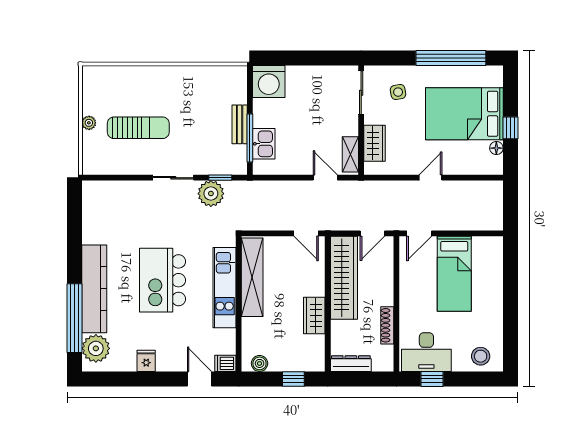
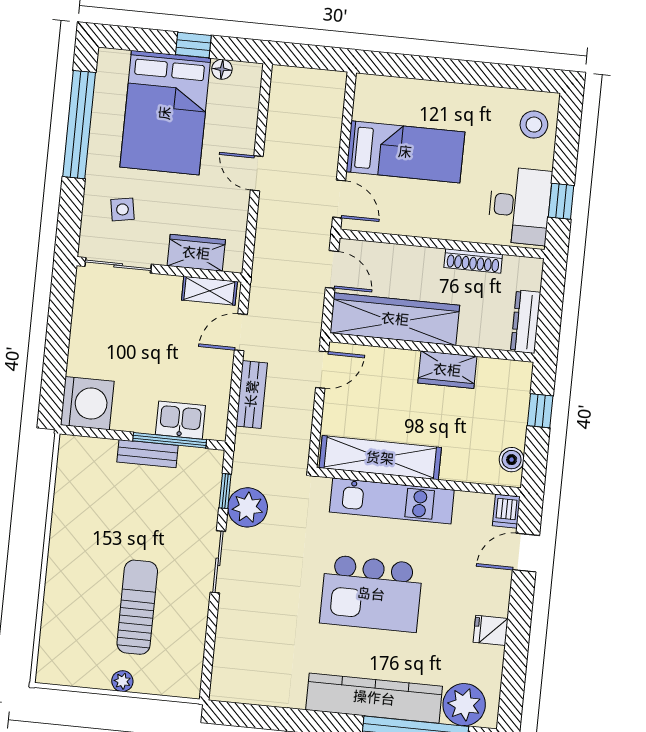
bench: (285, 189) -> (252, 394), added

